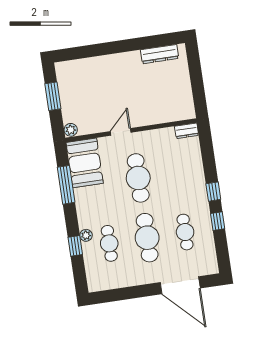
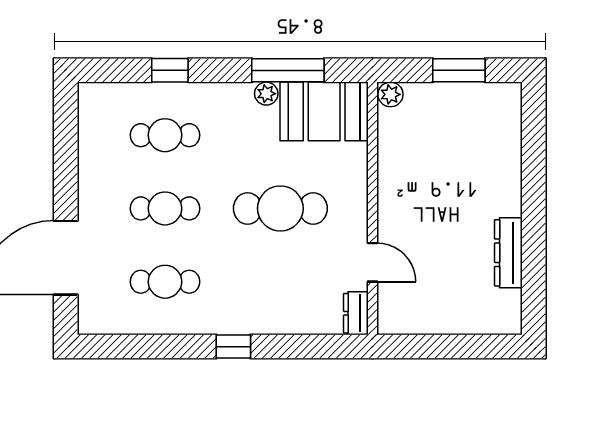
dresser: (160, 54) -> (508, 253), moved
door: (121, 132) -> (372, 262), moved
window: (218, 221) -> (176, 347), removed
plant: (86, 235) -> (266, 94), moved
cafe table: (147, 238) -> (165, 208), width x0.73, depth x0.74

